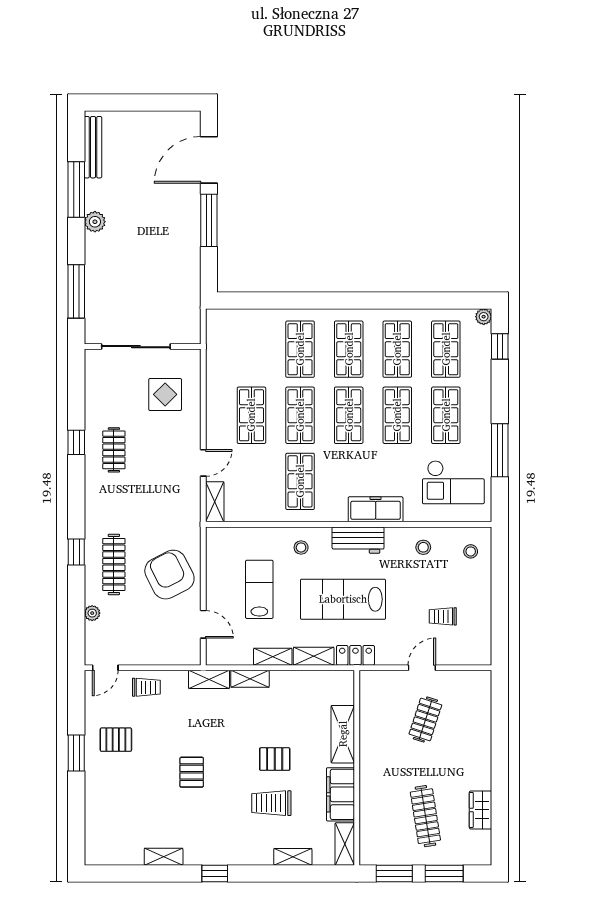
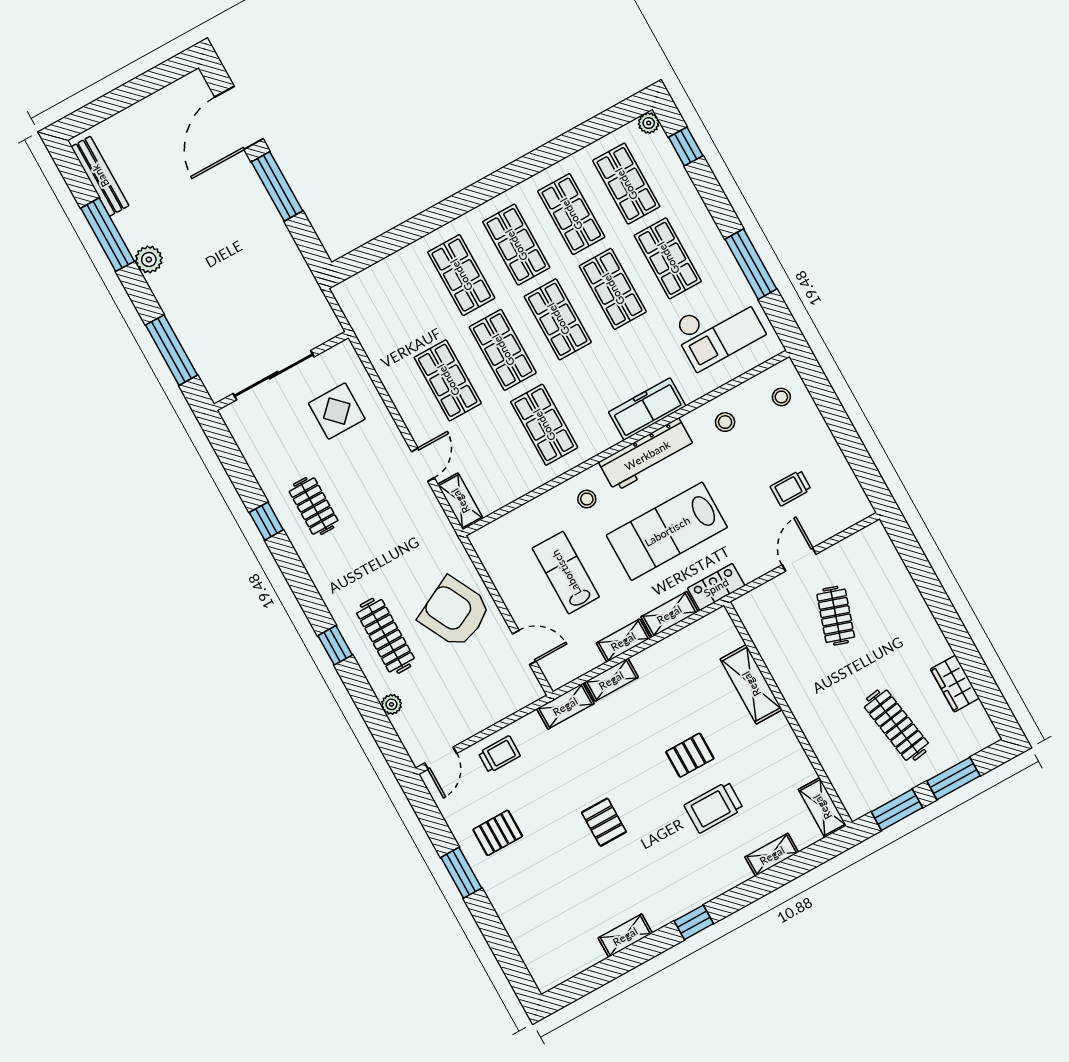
workbench: (358, 540) -> (647, 455), width x1.38
filing cabinet: (340, 794) -> (786, 754), removed

